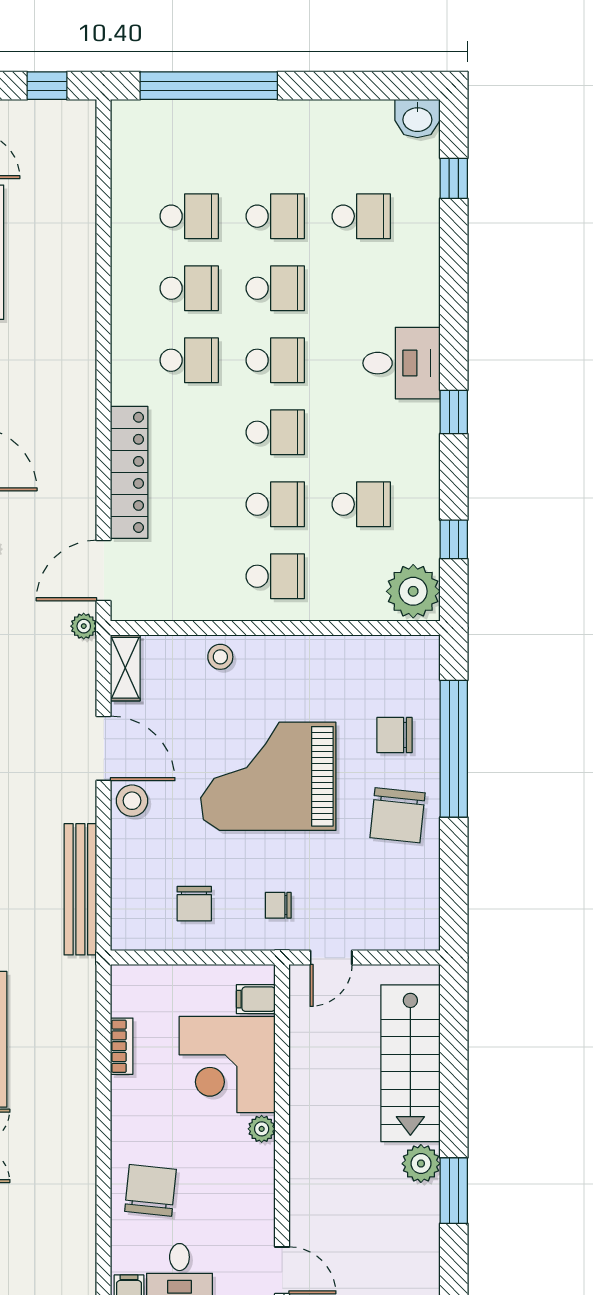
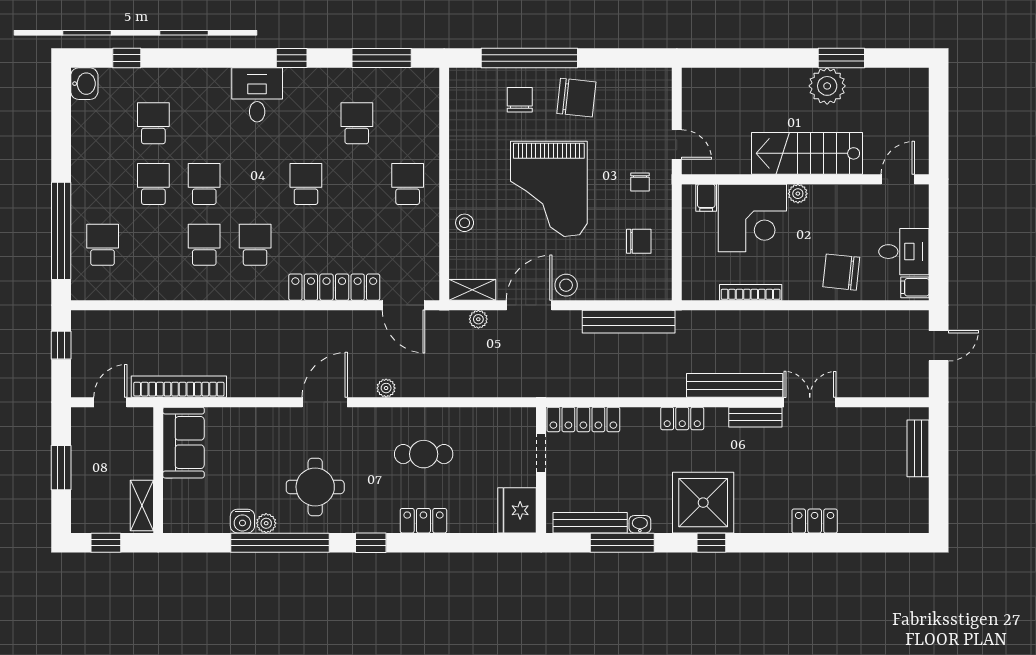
school desk: (189, 216) -> (103, 245), moved
school desk: (275, 360) -> (255, 184), removed
school desk: (275, 504) -> (357, 184), removed
window: (454, 539) -> (382, 58), width x2.17
plant: (413, 591) -> (418, 87), removed
plant: (84, 626) -> (478, 319), moved
chair: (395, 735) -> (520, 100), turned 180
bookcase: (122, 1046) -> (751, 292), width x1.56
stairs: (410, 1063) -> (807, 153), moved, turned 180
plant: (421, 1164) -> (827, 86), width x1.36, depth x1.36

